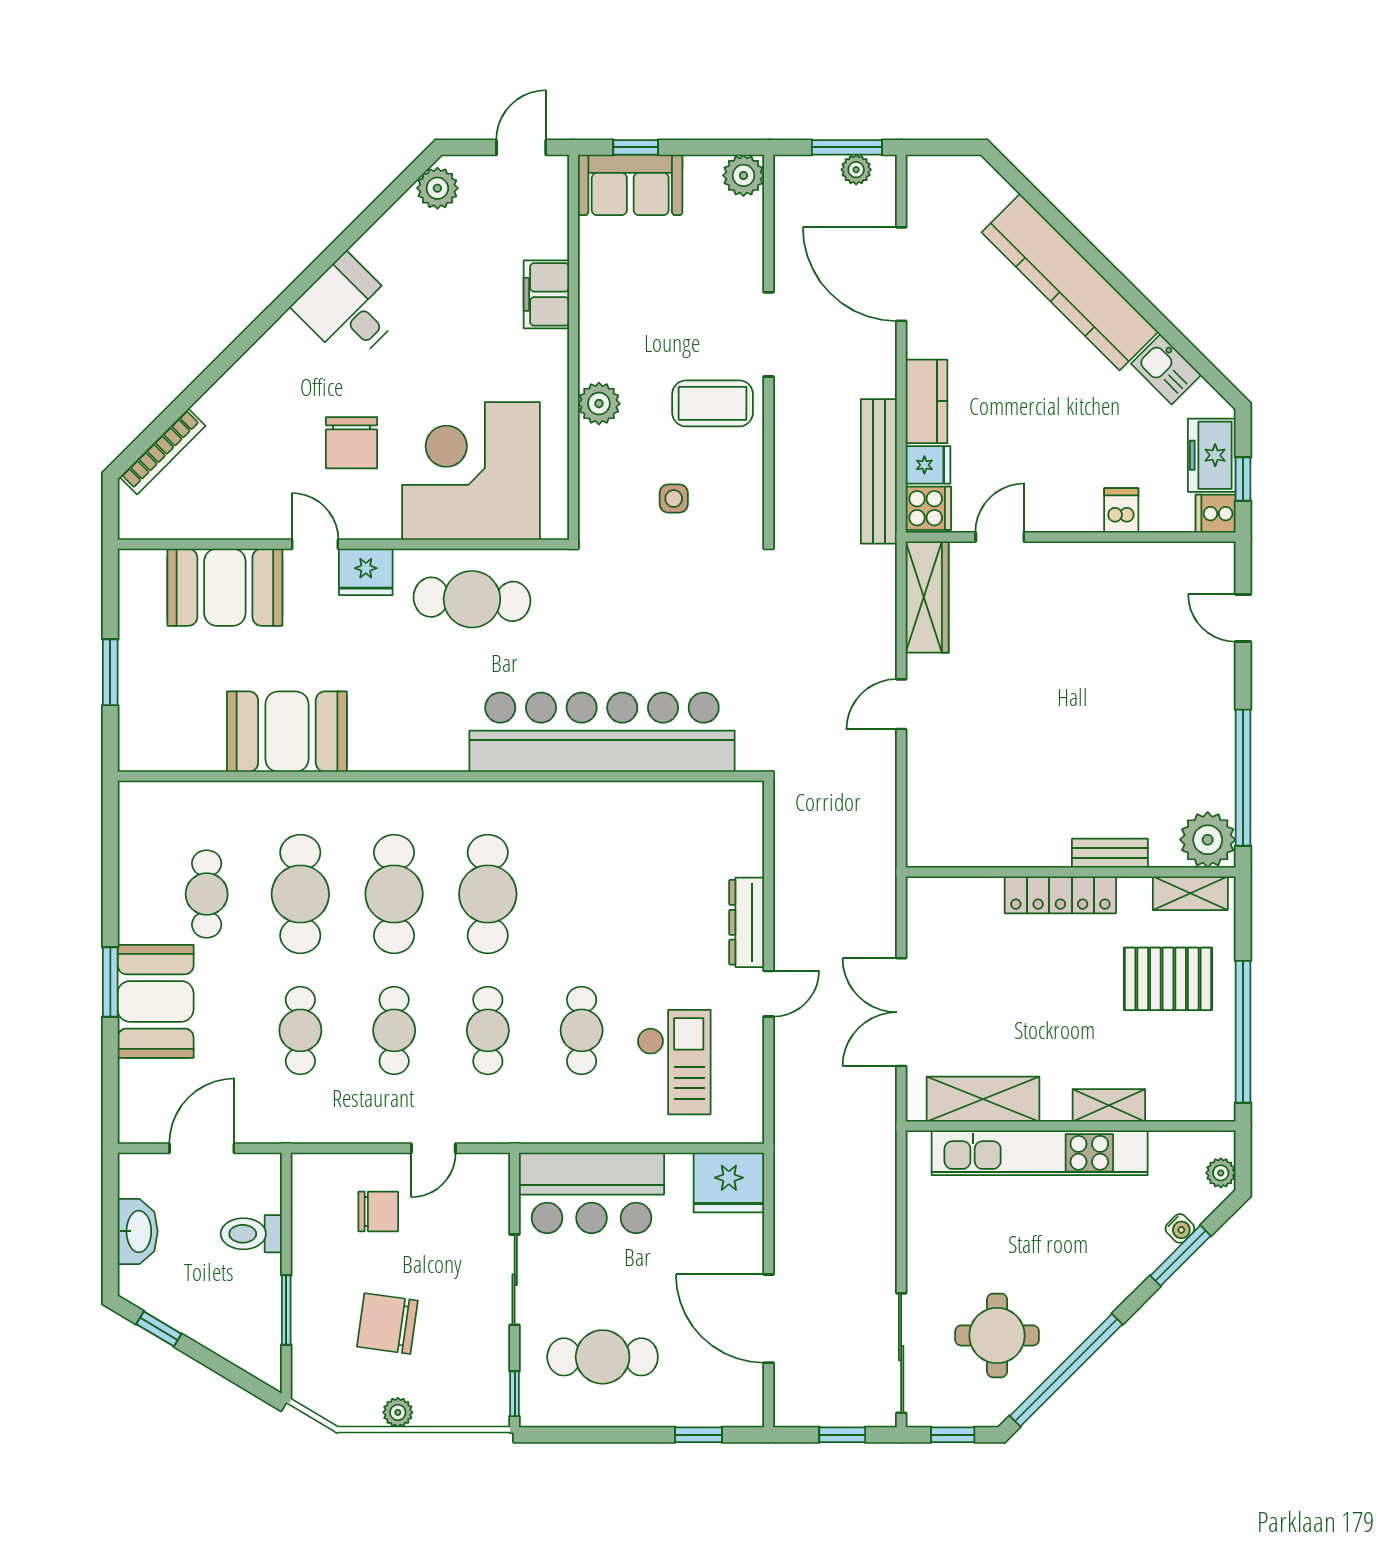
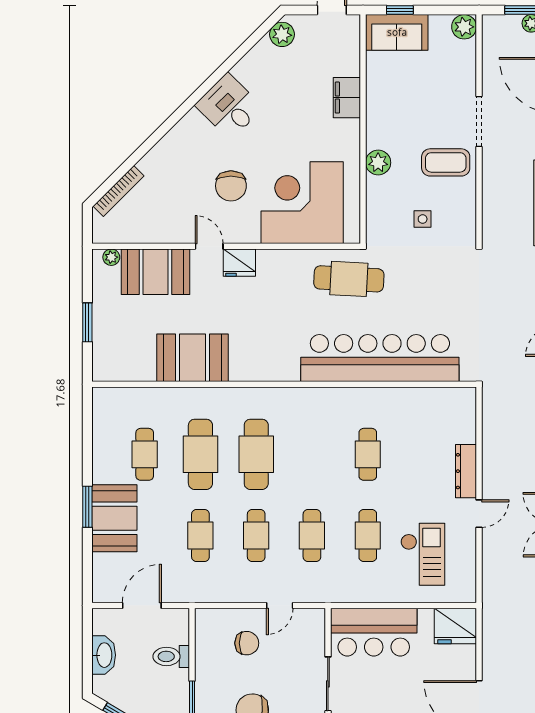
plant: (151, 563) -> (111, 257), added
cafe table: (472, 599) -> (349, 279), moved
cafe table: (488, 894) -> (368, 454), moved, width x0.73, depth x0.74

